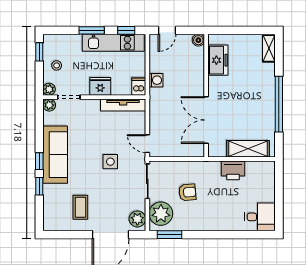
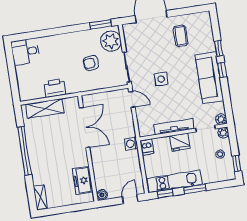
washing machine: (156, 80) -> (131, 144), moved
tv unit: (123, 105) -> (174, 127), moved
plant: (137, 219) -> (130, 33), removed

